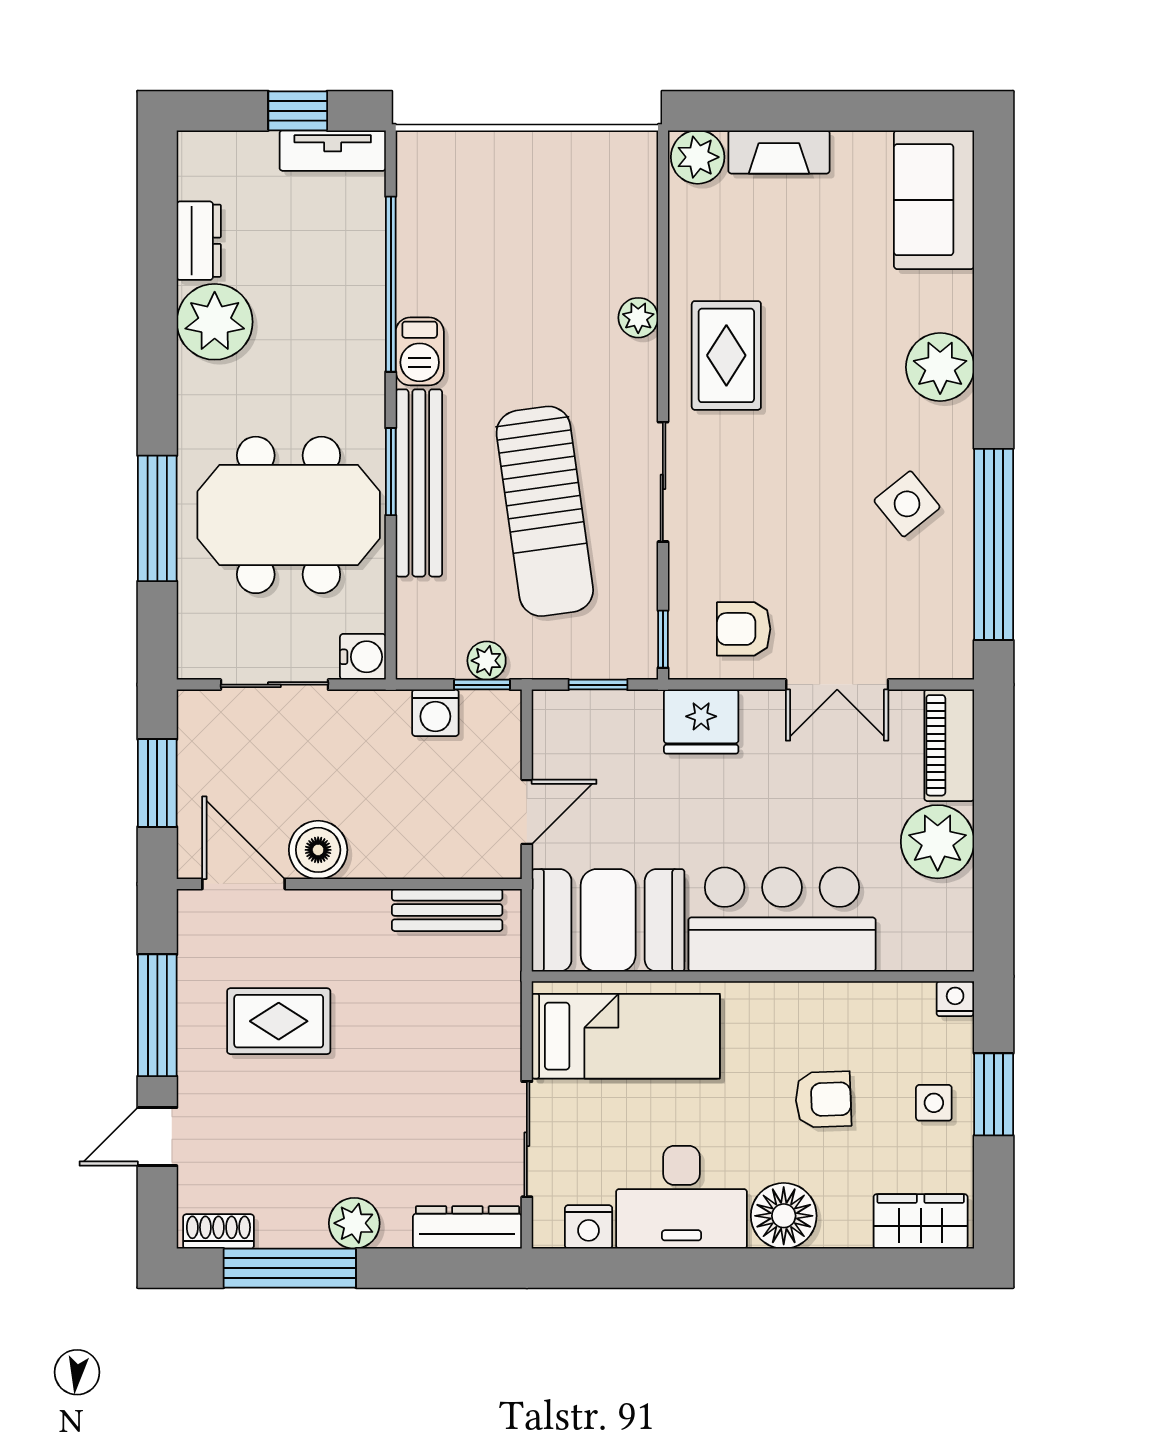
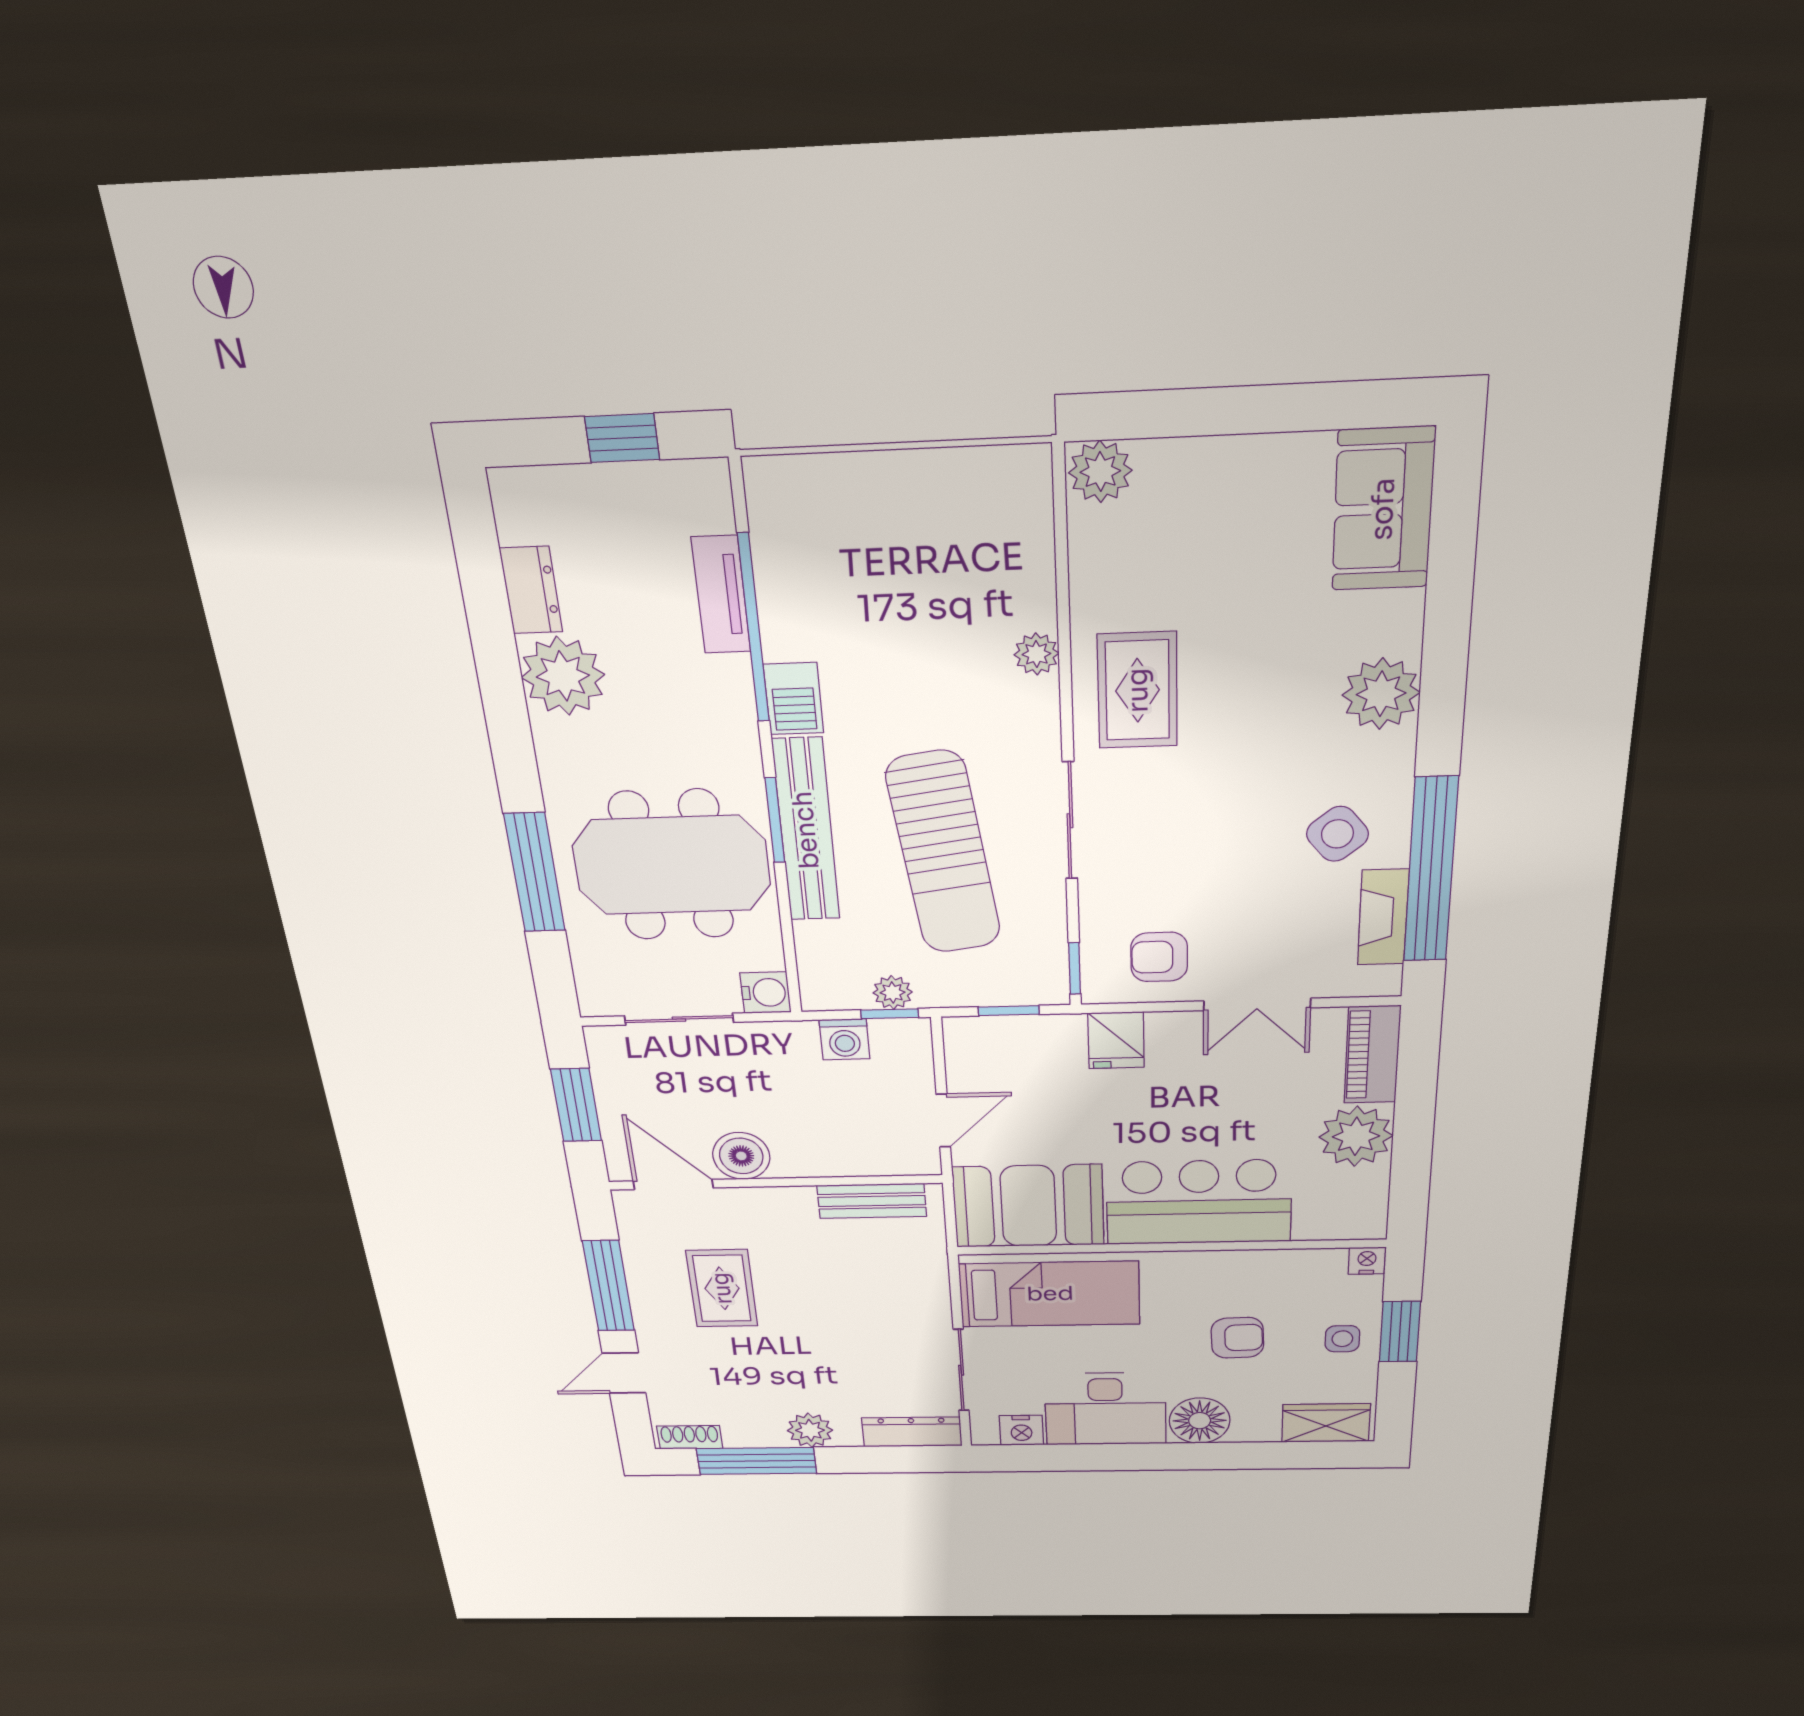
tv unit: (333, 151) -> (721, 595), moved, turned 90
fireplace: (779, 152) -> (1383, 917), moved, turned 90
fridge: (701, 722) -> (1116, 1040), width x0.72
rug: (279, 1021) -> (722, 1288), turned 90

